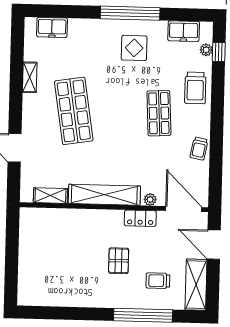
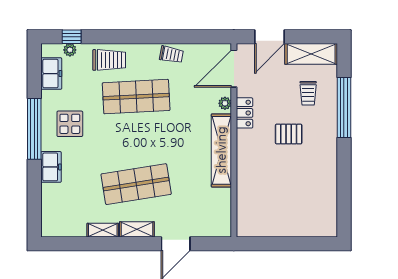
freezer: (52, 27) -> (51, 167), moved
shop shelf: (159, 113) -> (136, 97), width x1.43, depth x1.36
shelving: (50, 196) -> (137, 229), moved, turned 90

